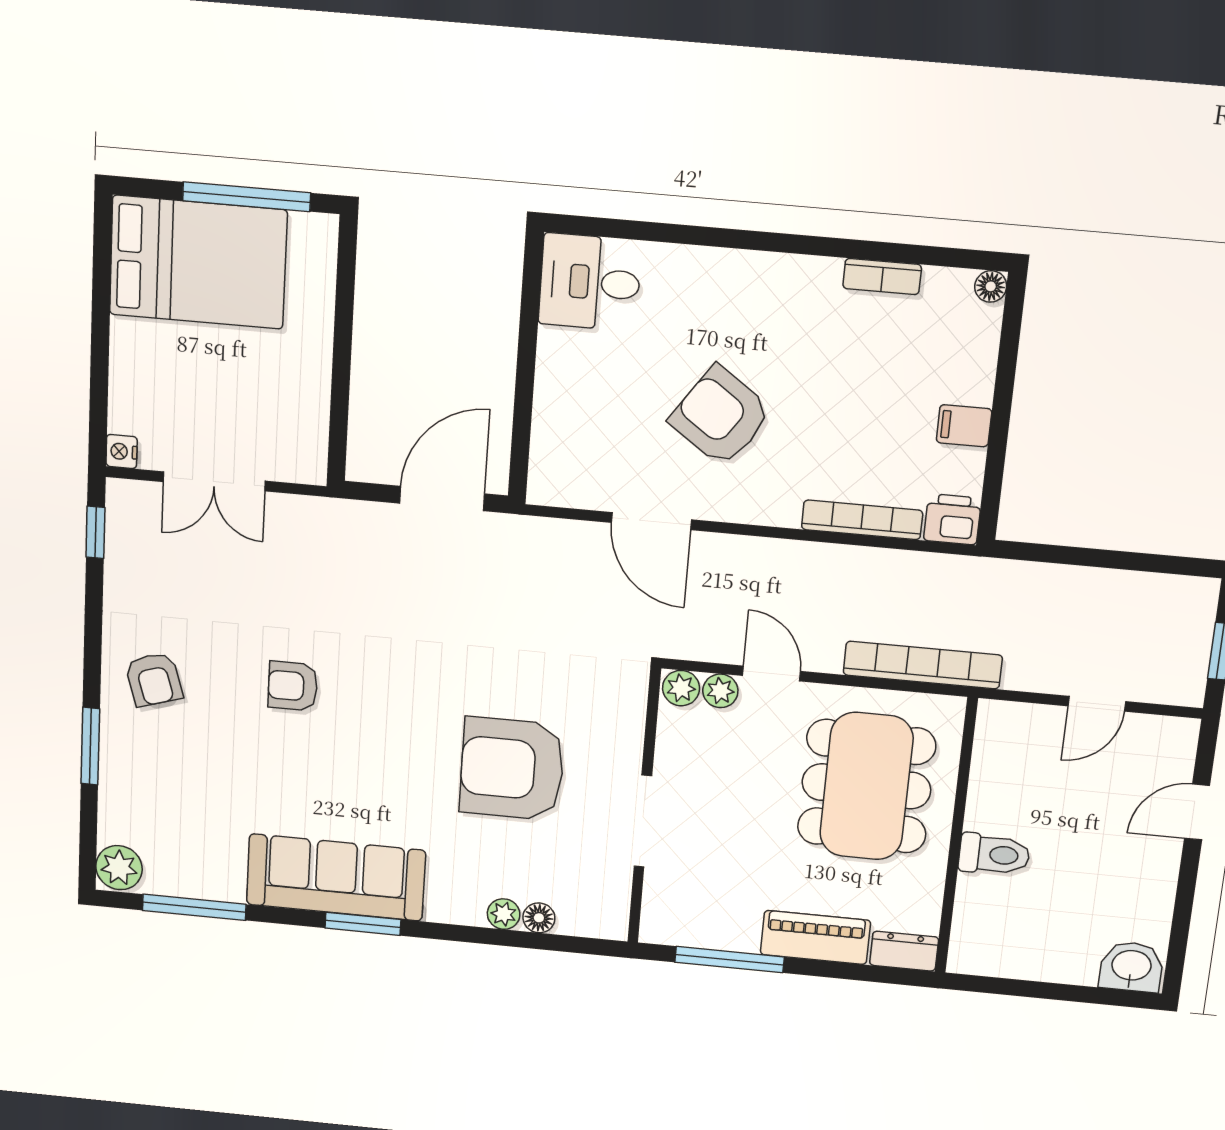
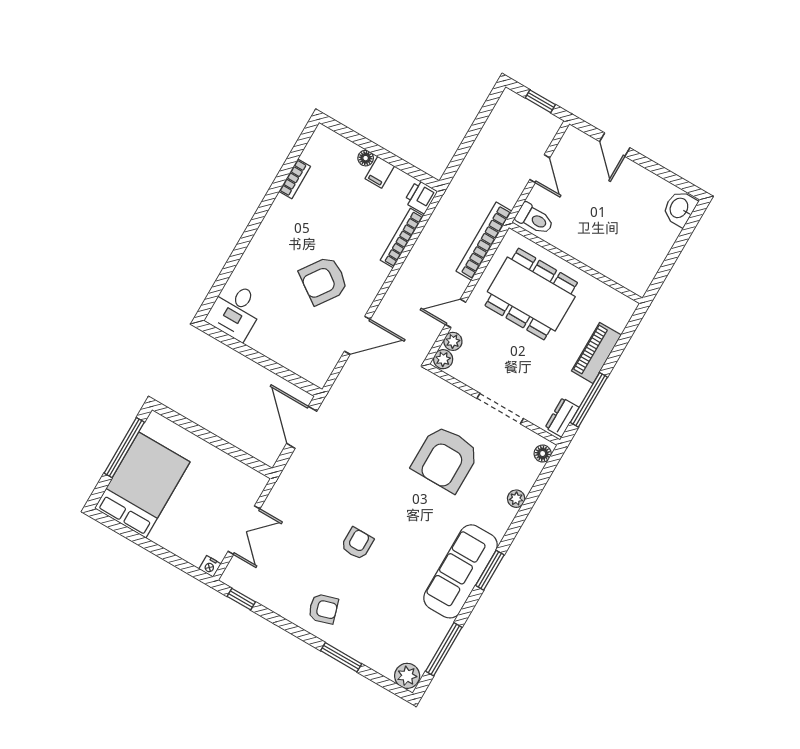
floor lamp: (991, 286) -> (366, 158), moved
armchair: (293, 686) -> (357, 544), turned 180
toilet: (994, 854) -> (535, 219), moved, turned 90
floor lamp: (539, 918) -> (543, 454), moved
dresser: (904, 951) -> (562, 417), moved

